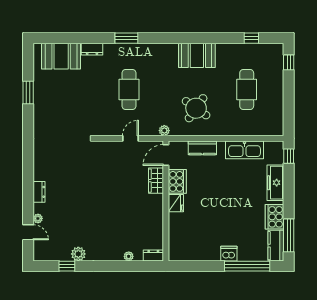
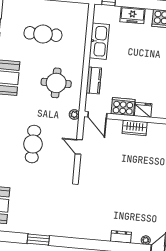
cafe table: (129, 90) -> (33, 144), turned 90
window: (28, 93) -> (38, 240), moved
round table: (196, 108) -> (56, 83), turned -35
wardrobe: (156, 181) -> (135, 128), moved
freezer: (275, 183) -> (132, 15), width x0.71

